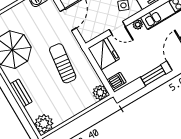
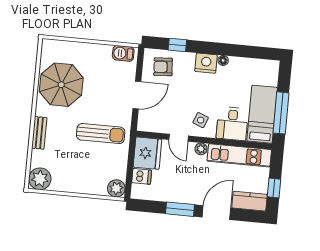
sun lounger: (63, 63) -> (101, 134), turned 83
dishwasher: (117, 81) -> (142, 176), moved

